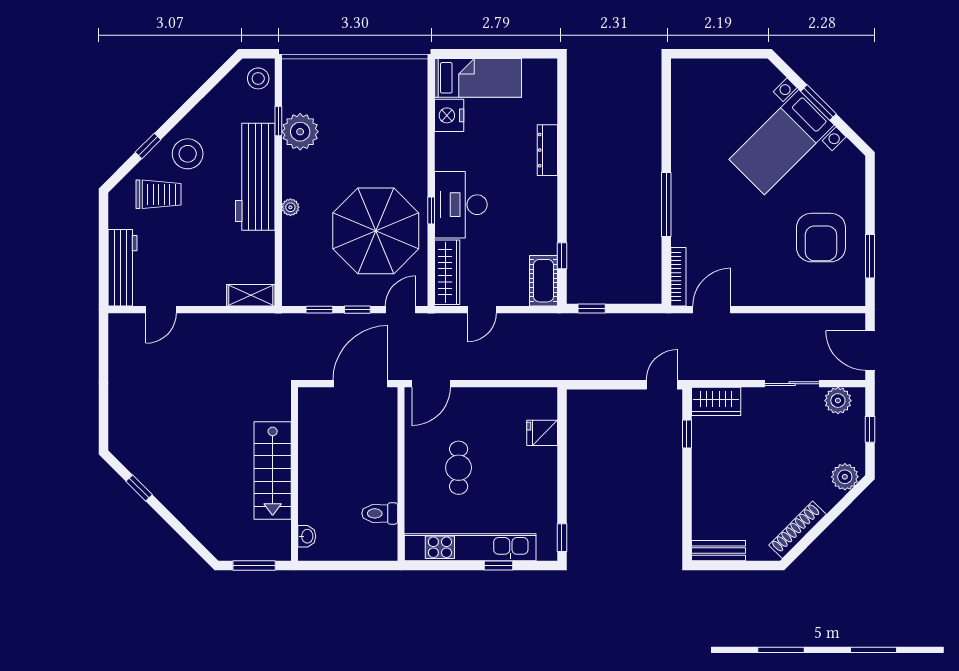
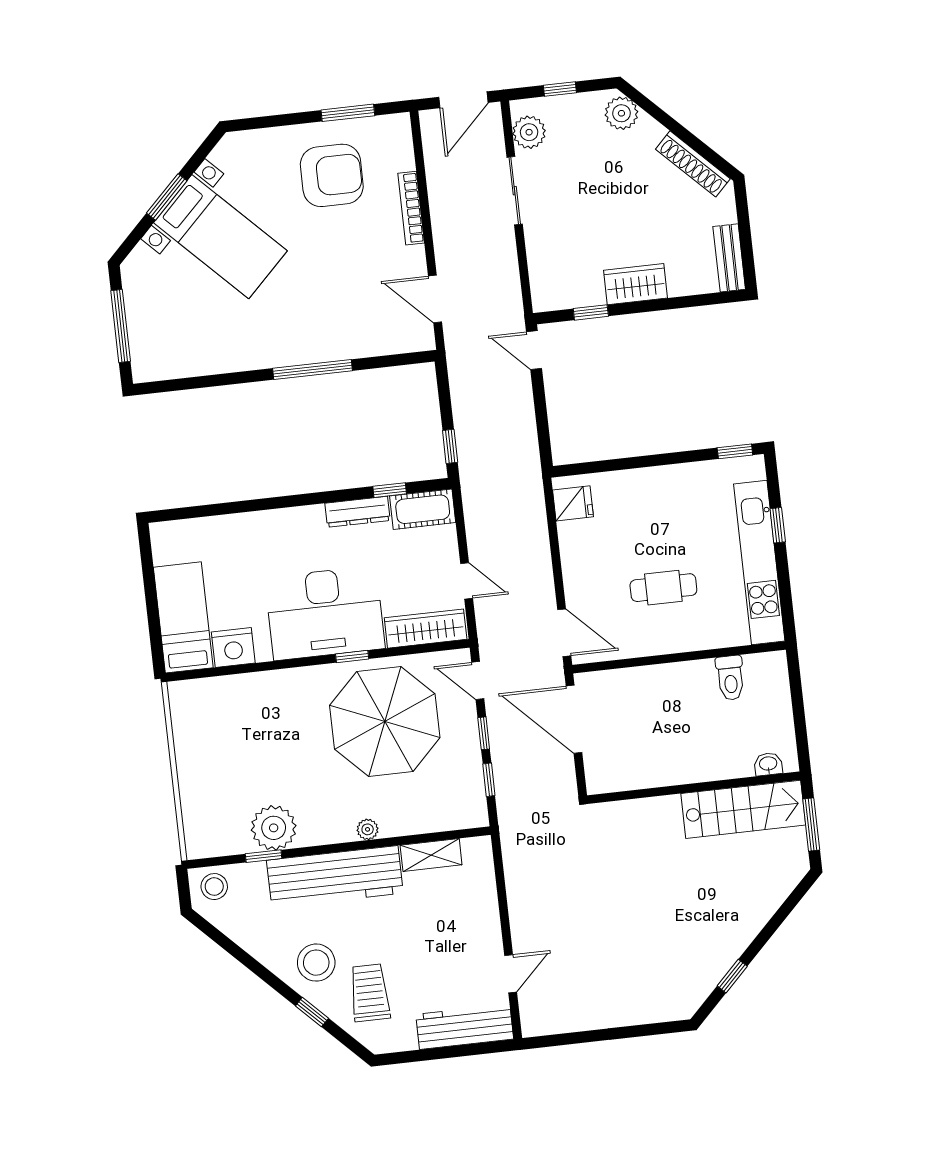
window: (719, 54) -> (121, 326), added
dresser: (547, 150) -> (358, 512), moved
desk: (461, 205) -> (325, 613), width x1.36, depth x1.30
bookcase: (678, 277) -> (411, 208), moved, turned -90
shelving: (251, 295) -> (431, 855), moved, turned 90
door: (161, 310) -> (511, 974), hinge flipped
wardrobe: (716, 401) -> (636, 284), moved, turned -90
fridge: (542, 433) -> (573, 503), moved, turned -90
stairs: (273, 470) -> (743, 809), moved

